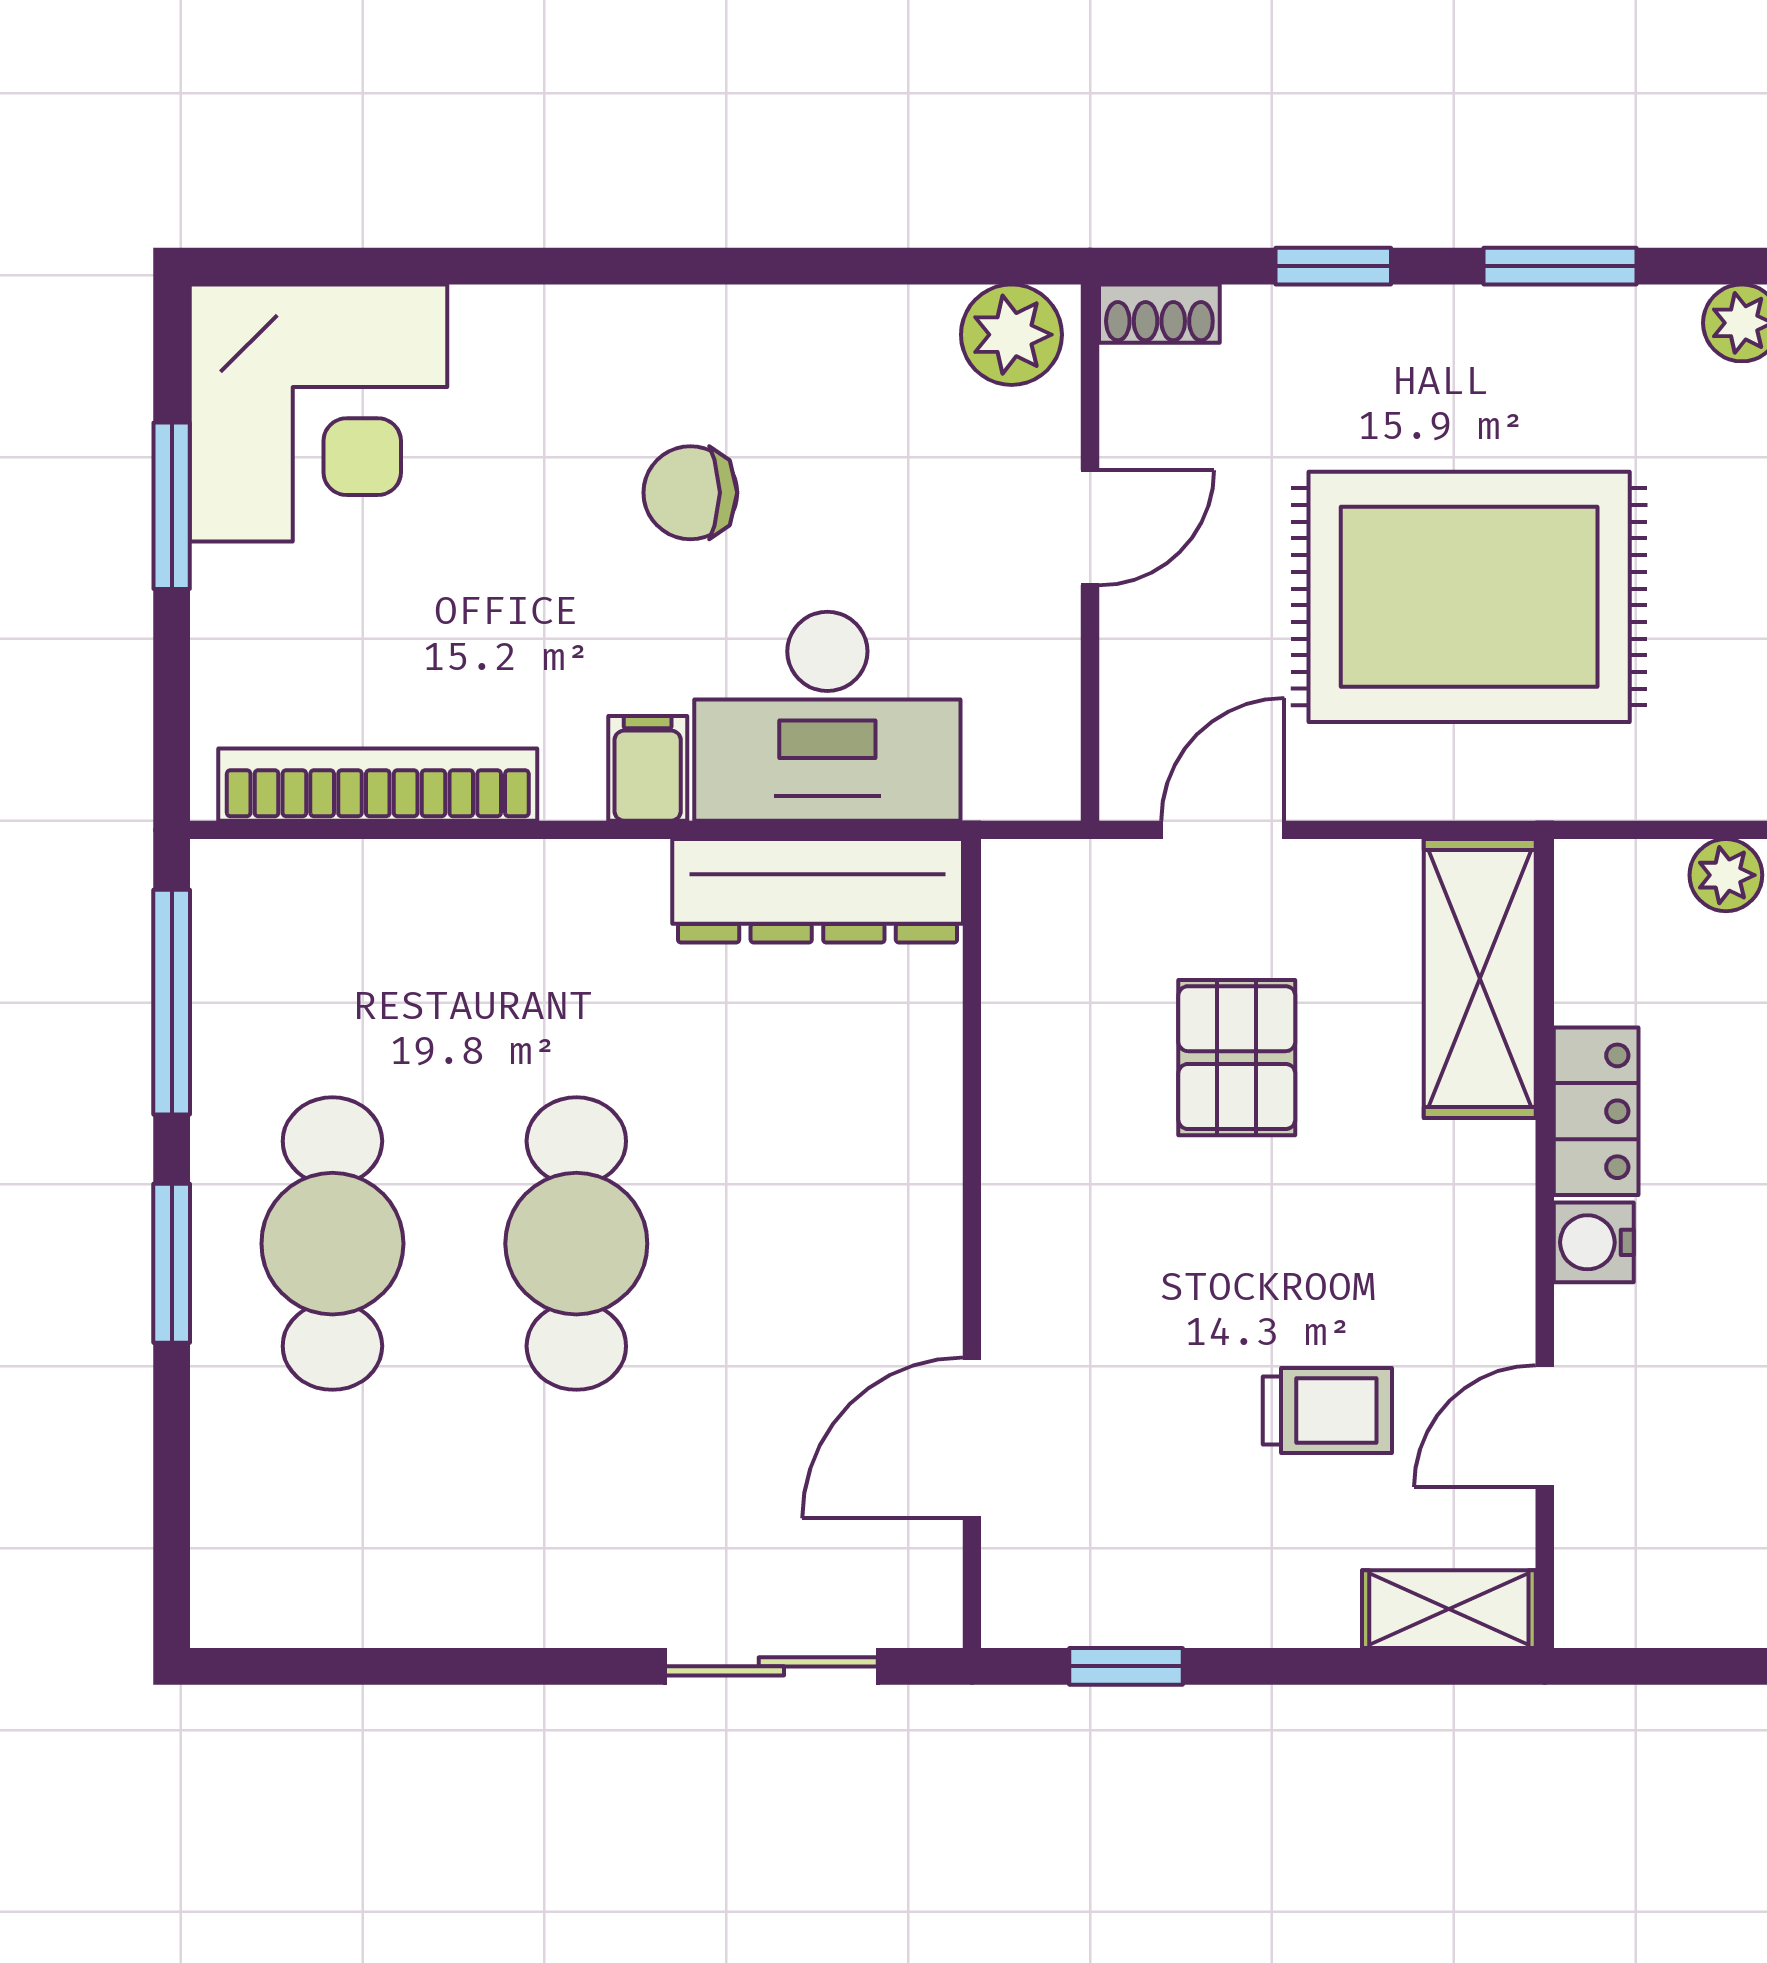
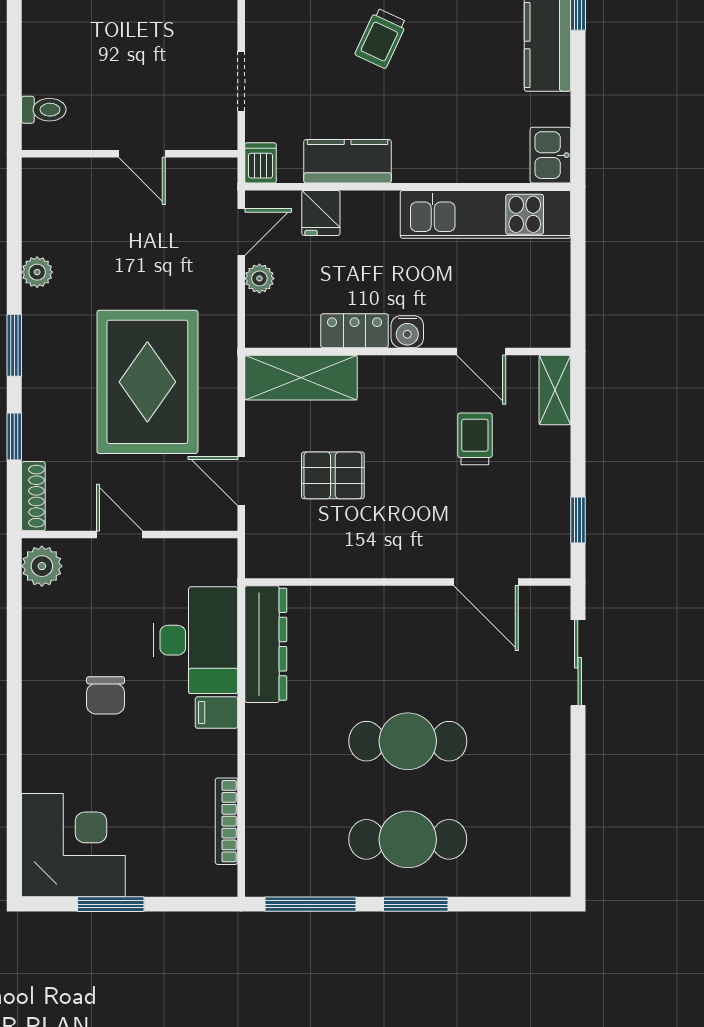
shoe rack: (1159, 314) -> (33, 496), width x1.43
bookcase: (378, 785) -> (226, 821), width x0.68, depth x0.76

